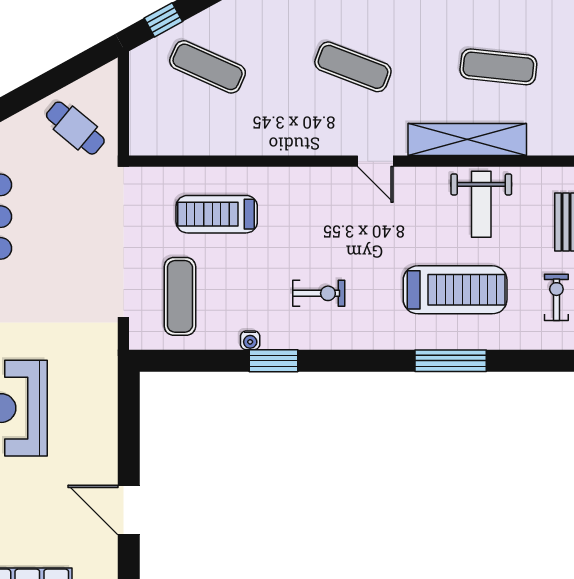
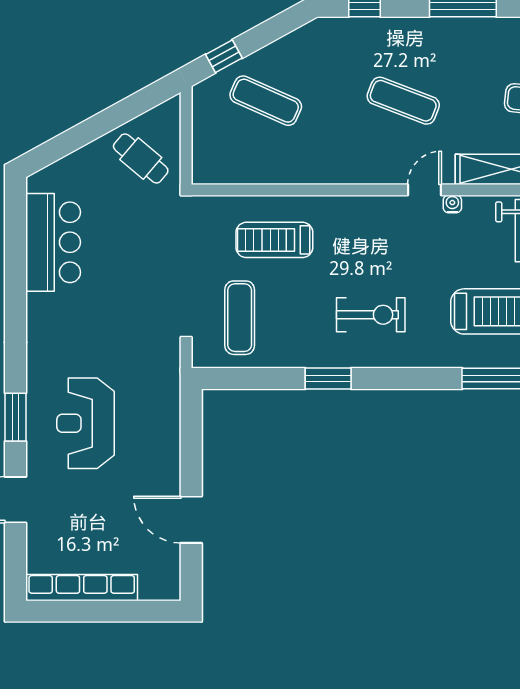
door: (375, 161) -> (424, 190), swing flipped
exercise bike: (319, 293) -> (371, 315), width x1.38, depth x1.39
water cooler: (250, 340) -> (452, 204), moved, turned 180

